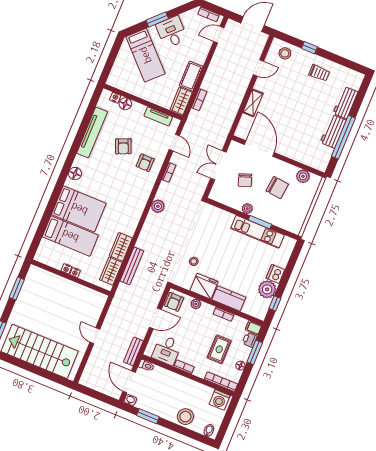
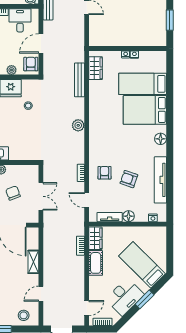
desk: (172, 32) -> (125, 297), width x1.37
floor lamp: (125, 104) -> (129, 216), moved
armchair: (123, 146) -> (129, 179), turned -48
plant: (158, 206) -> (78, 125), moved
wardrobe: (121, 247) -> (96, 92), removed

